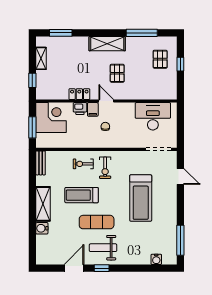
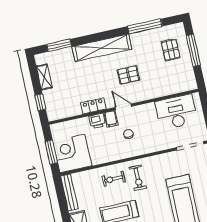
shelving: (107, 44) -> (102, 48), width x1.47
window: (180, 64) -> (193, 50), width x2.17
pallet: (117, 73) -> (128, 75), turned 90
corner desk: (51, 118) -> (72, 154), moved, turned -90
bench: (41, 163) -> (69, 192), width x1.36

